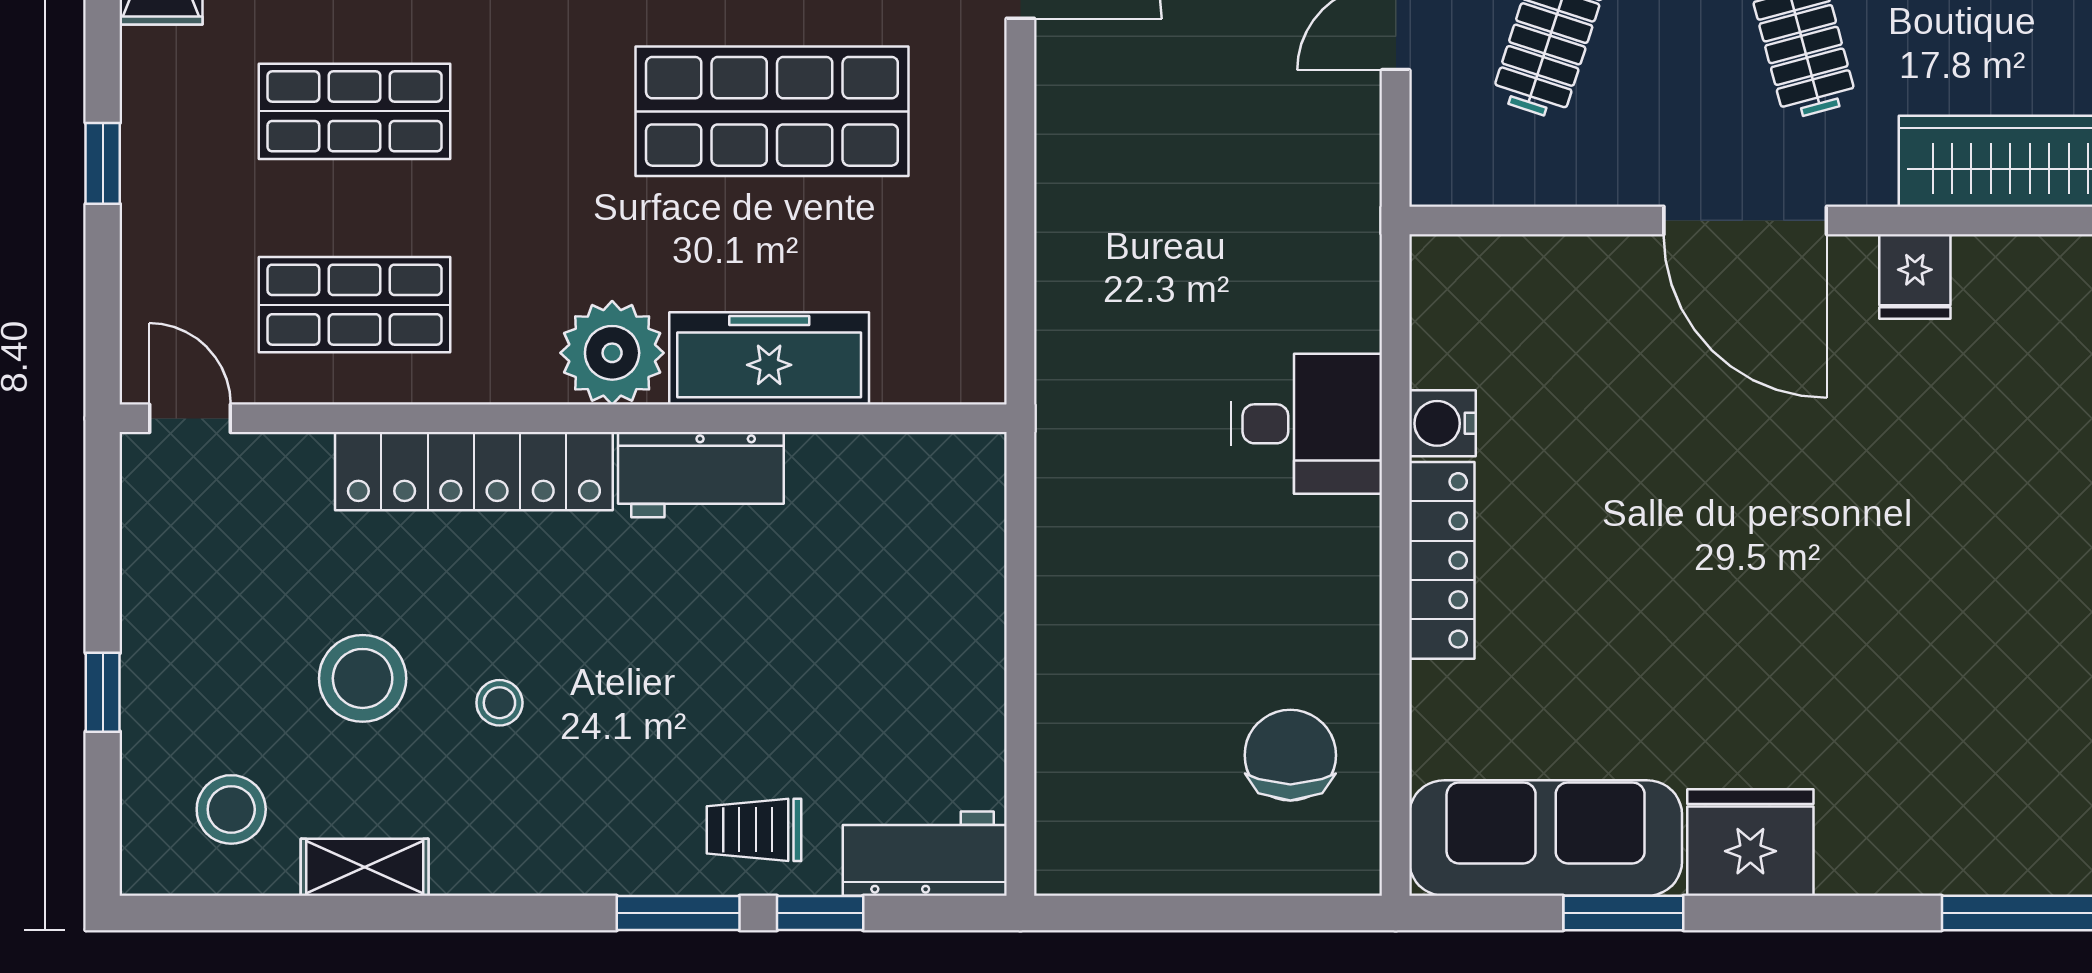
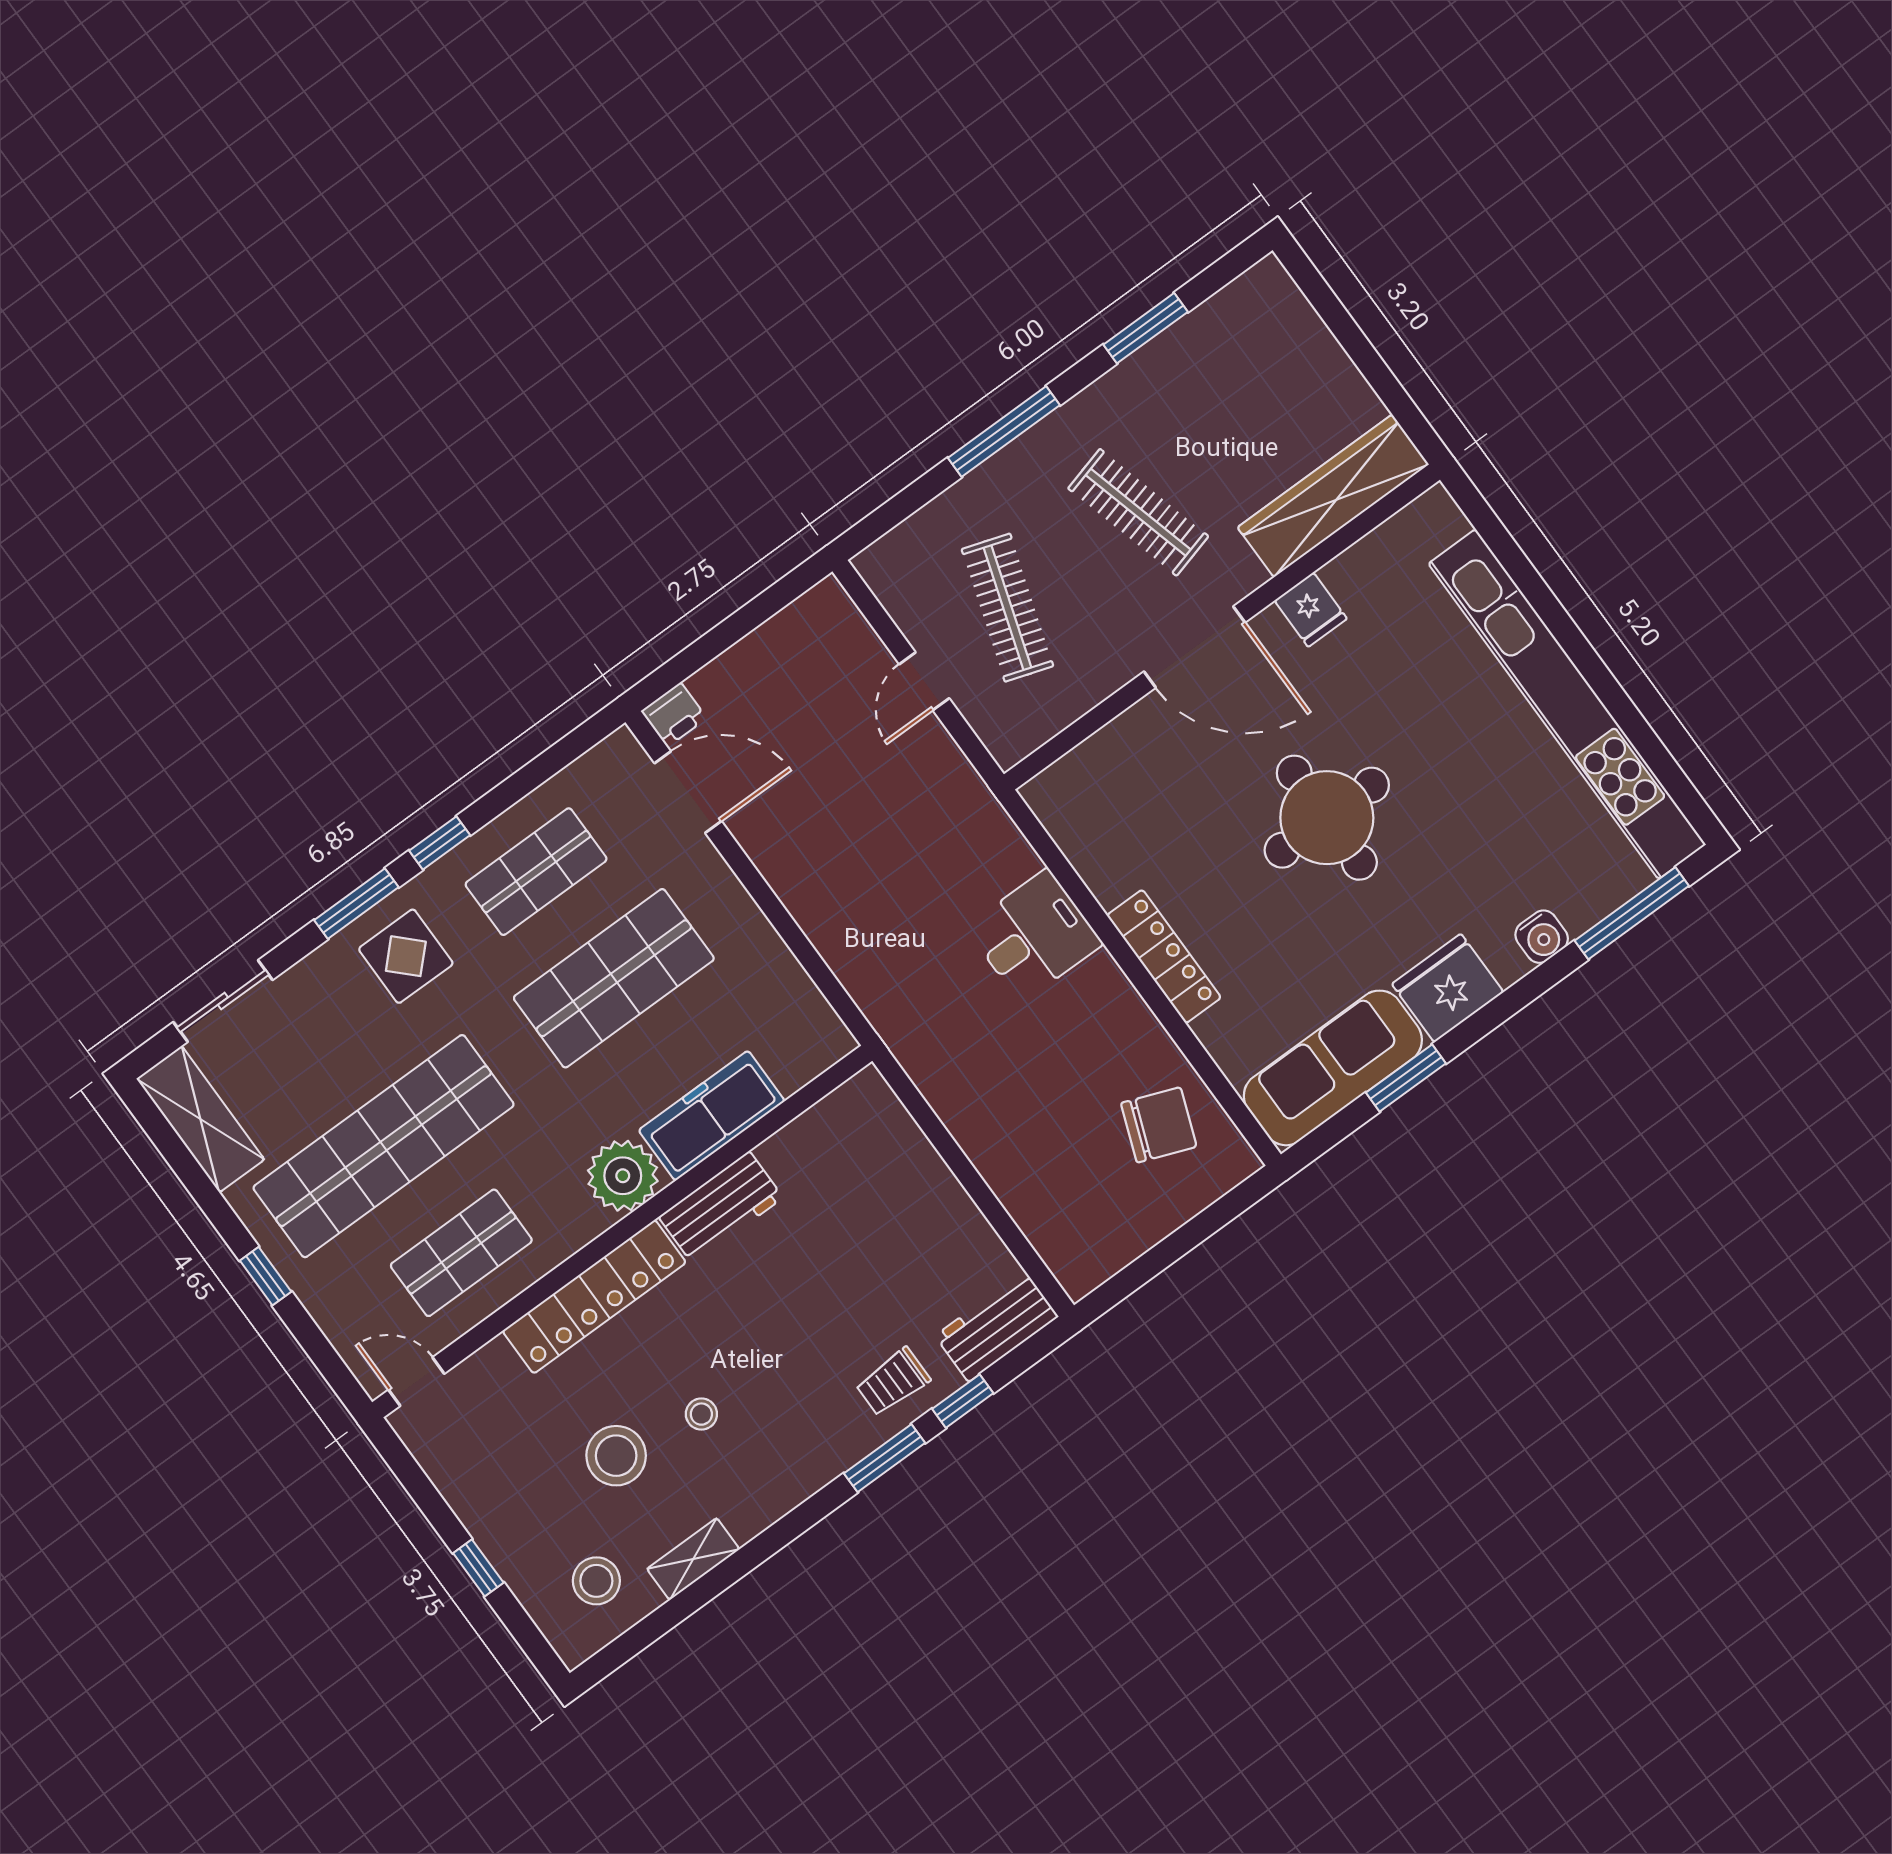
shop shelf: (355, 111) -> (384, 1146), width x2.00, depth x1.36
water cooler: (1442, 423) -> (1542, 937), moved, turned -90
round table: (1754, 537) -> (1327, 818), added
chair: (1290, 755) -> (1159, 1125), turned 111

